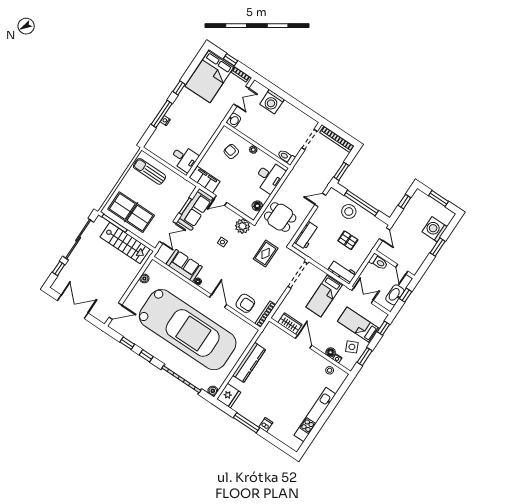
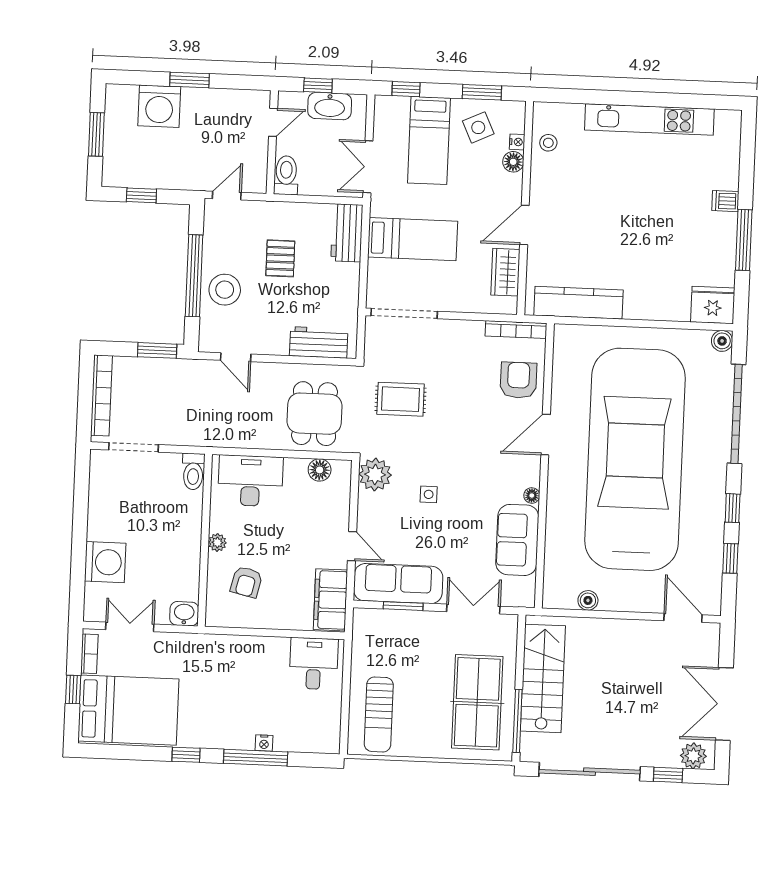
plant: (60, 283) -> (693, 756), added
kitchen counter: (249, 362) -> (579, 303), moved

